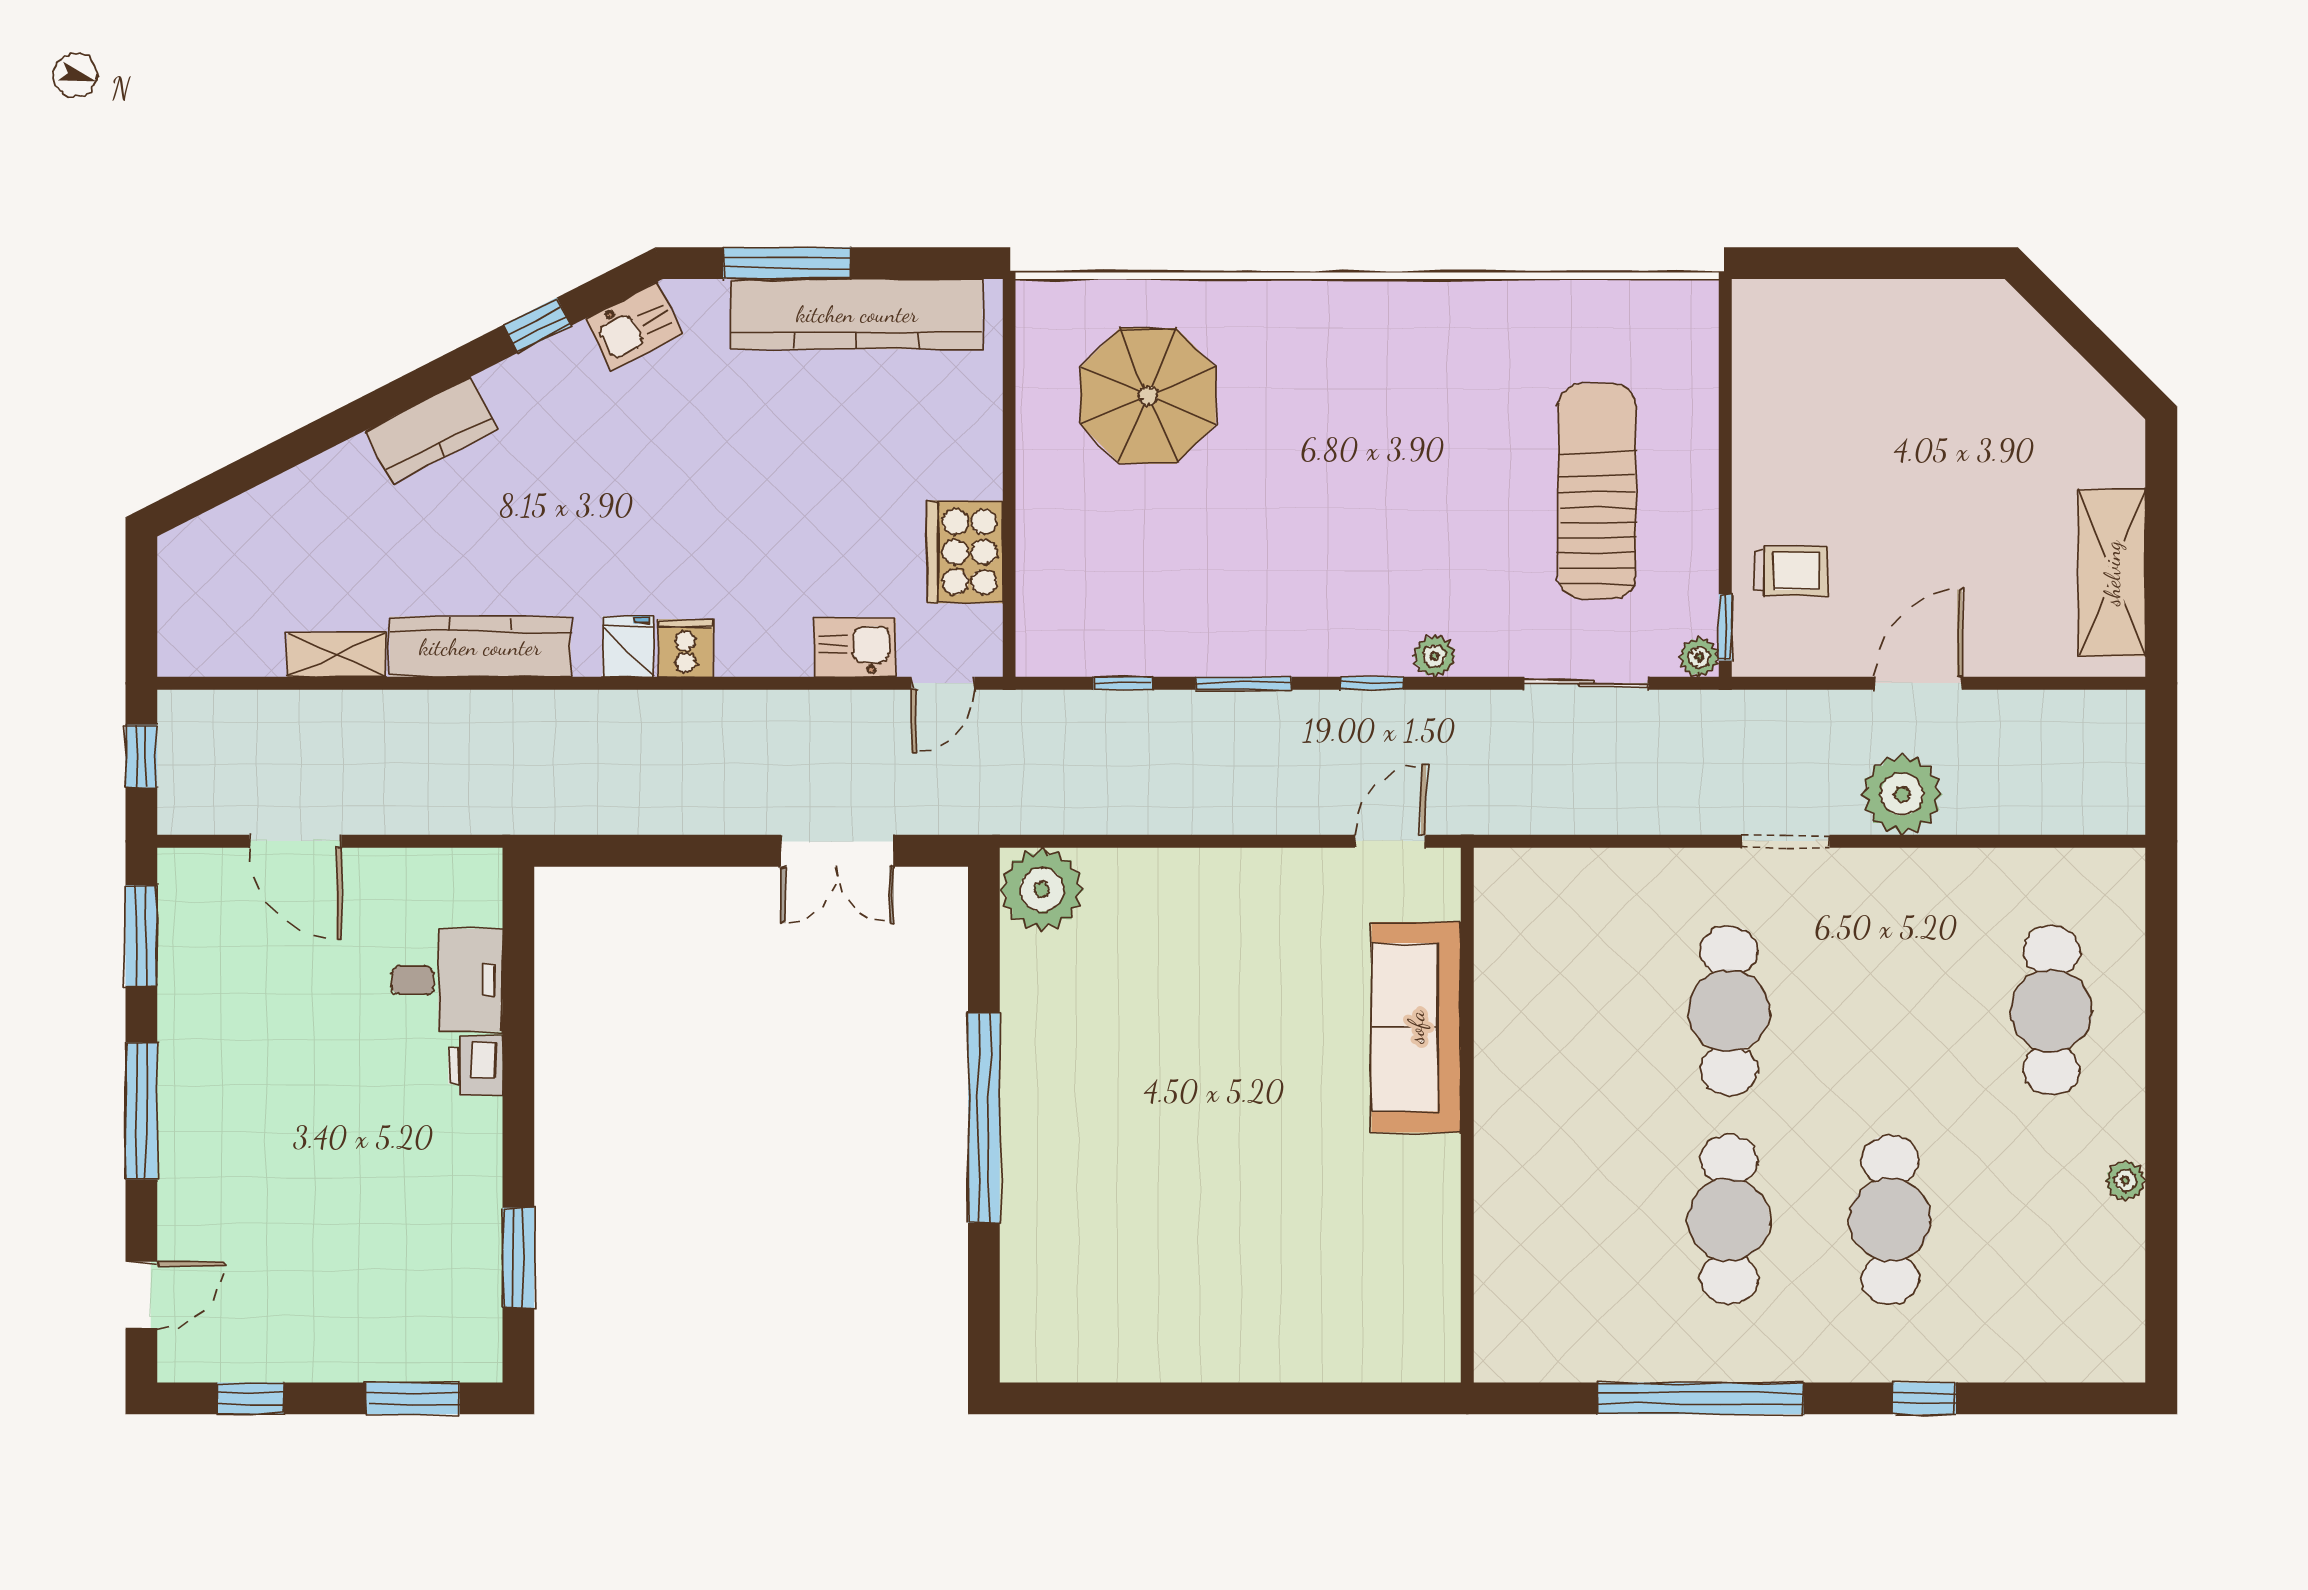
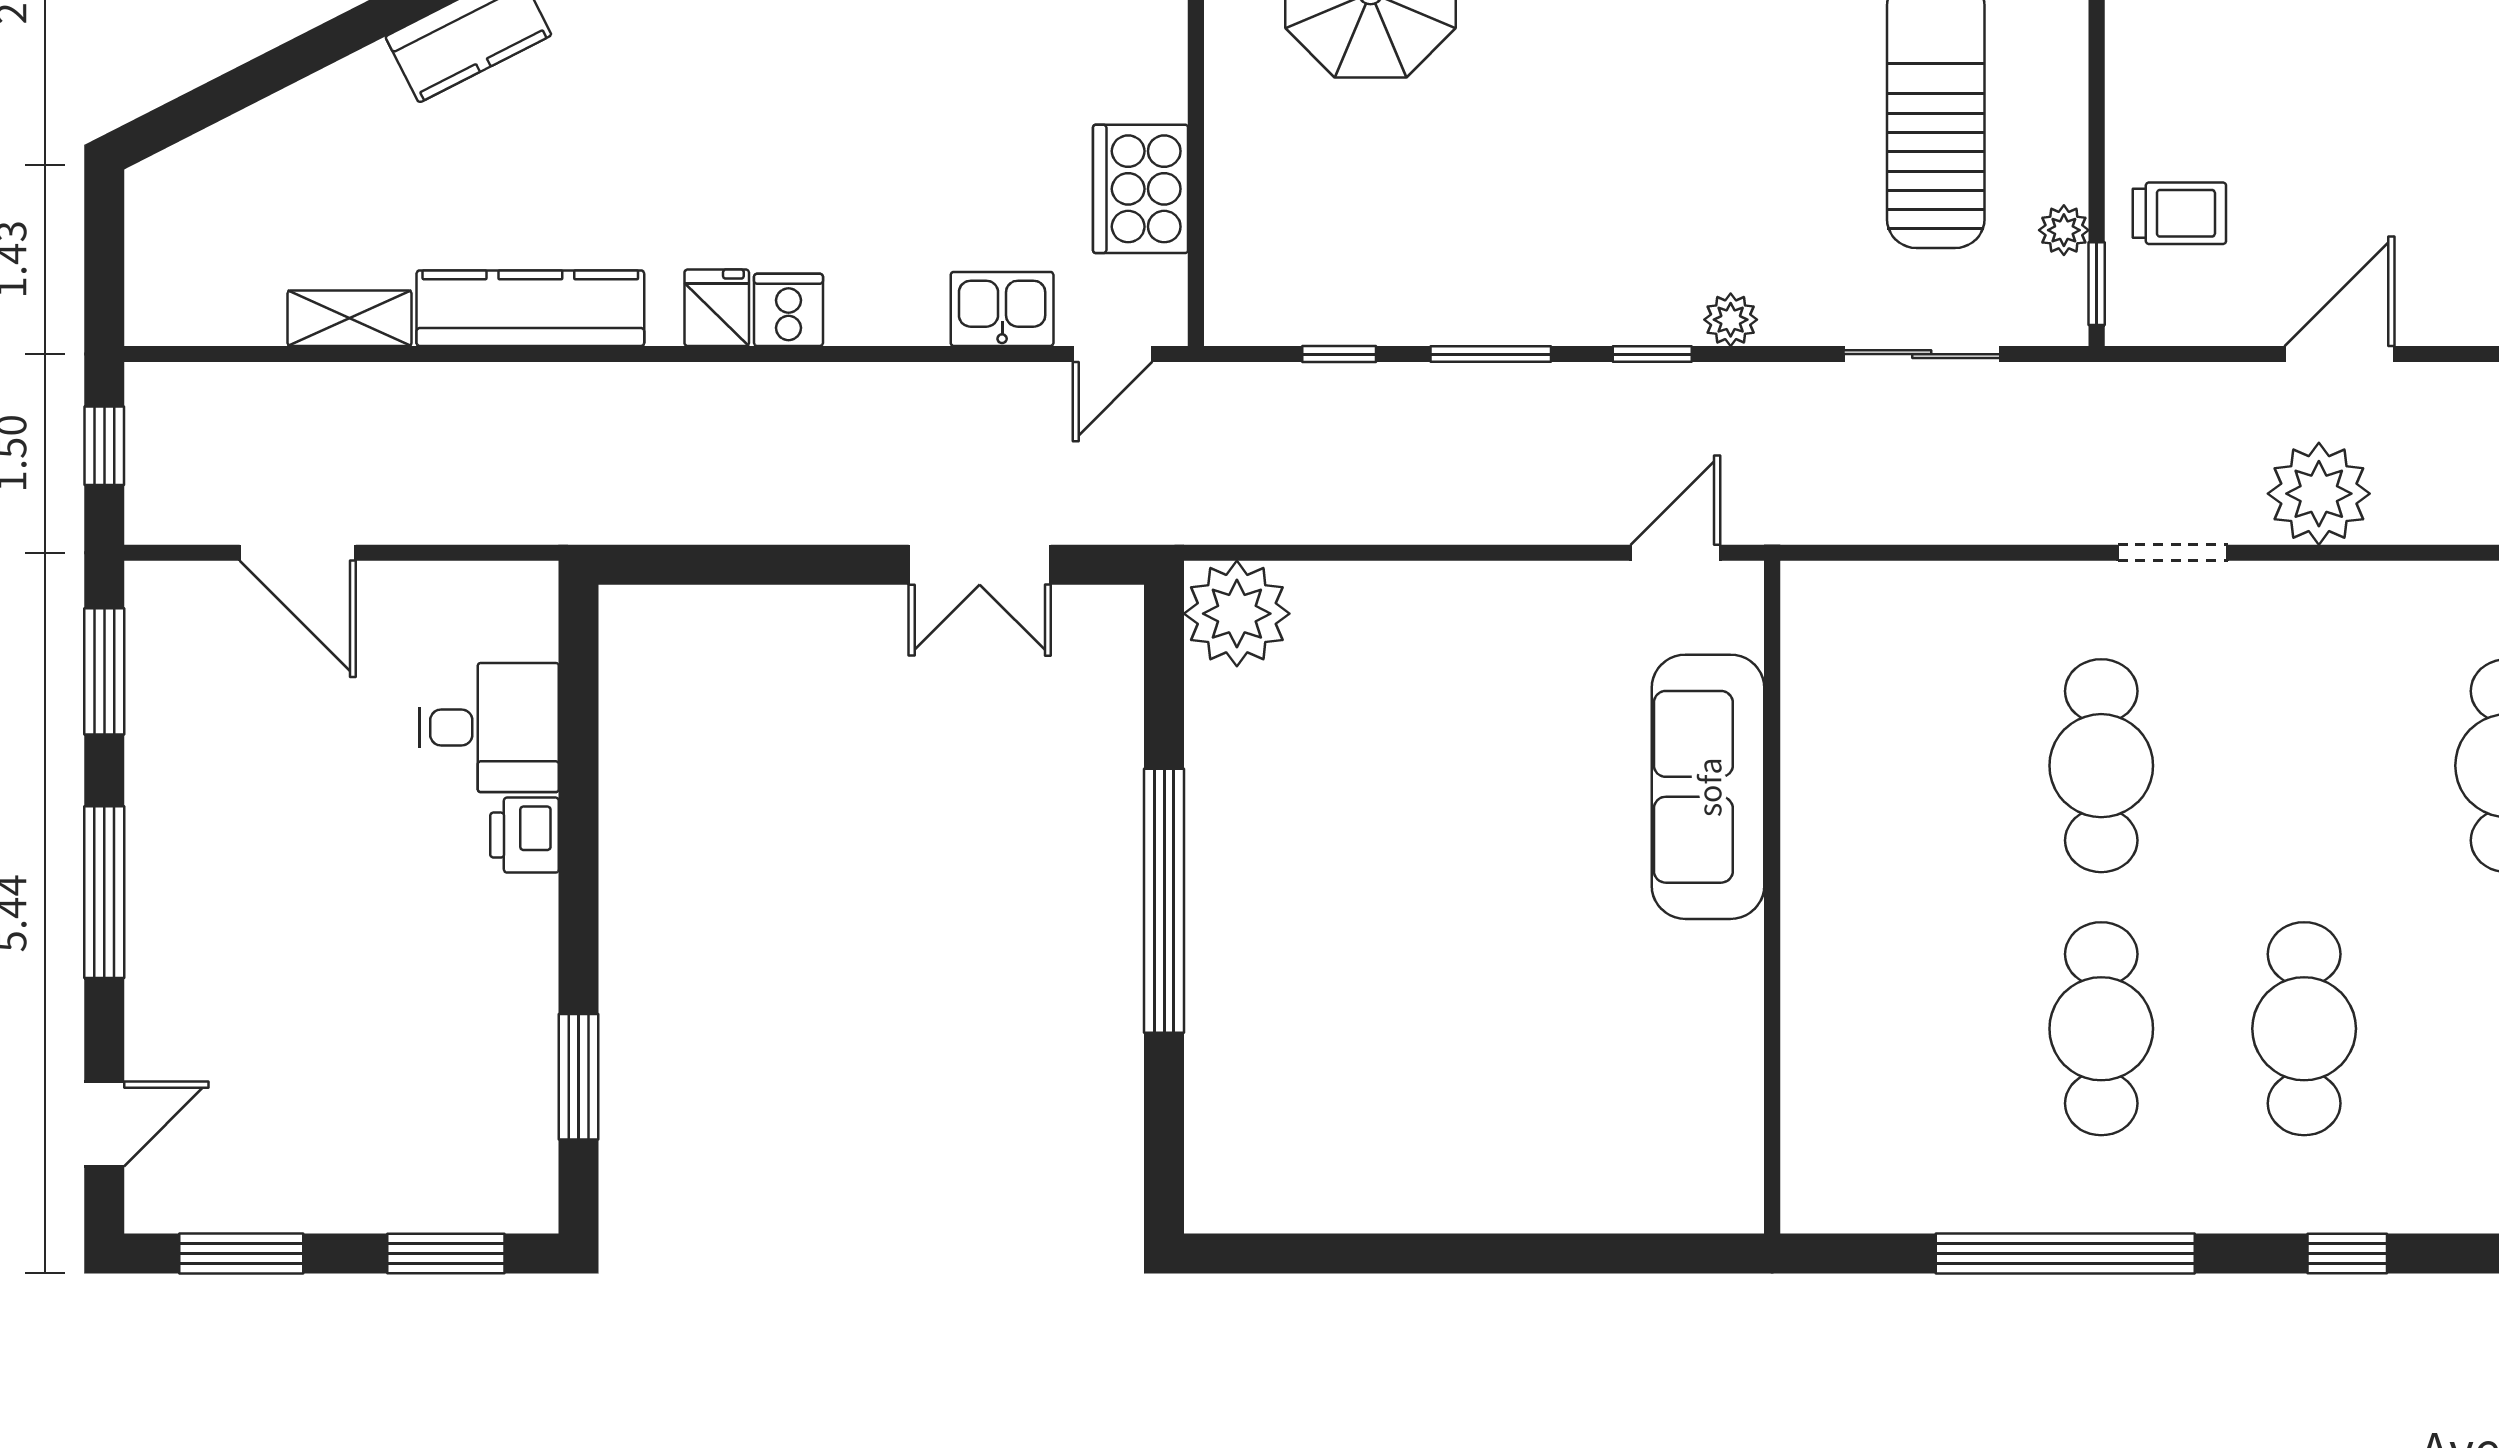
plant: (1699, 657) -> (2064, 230), moved
window: (250, 1398) -> (241, 1254), width x1.50

